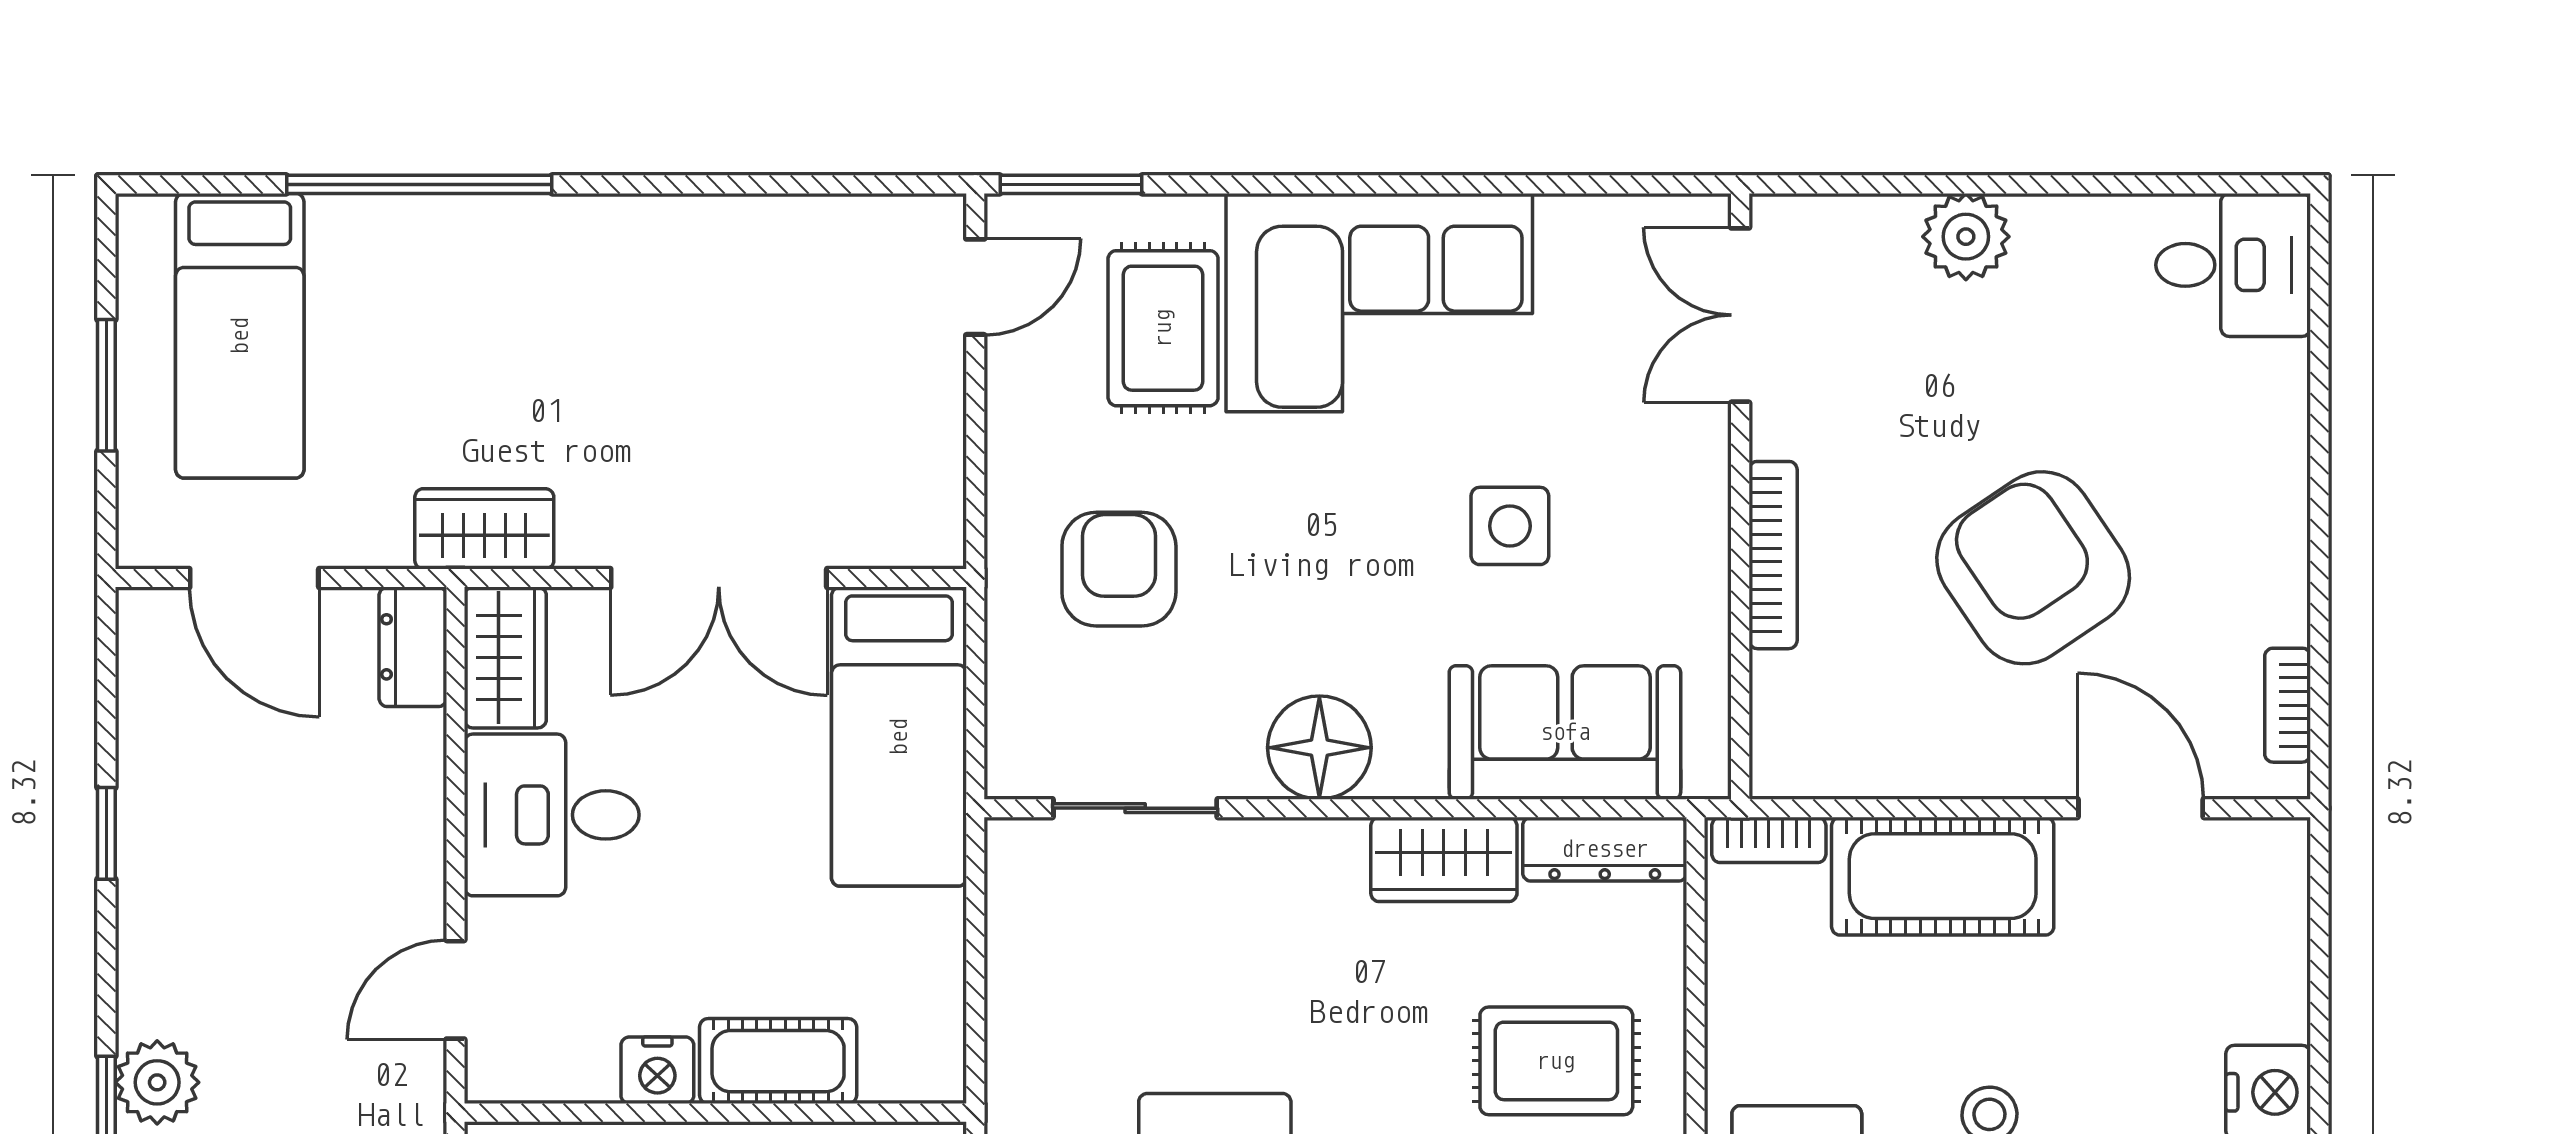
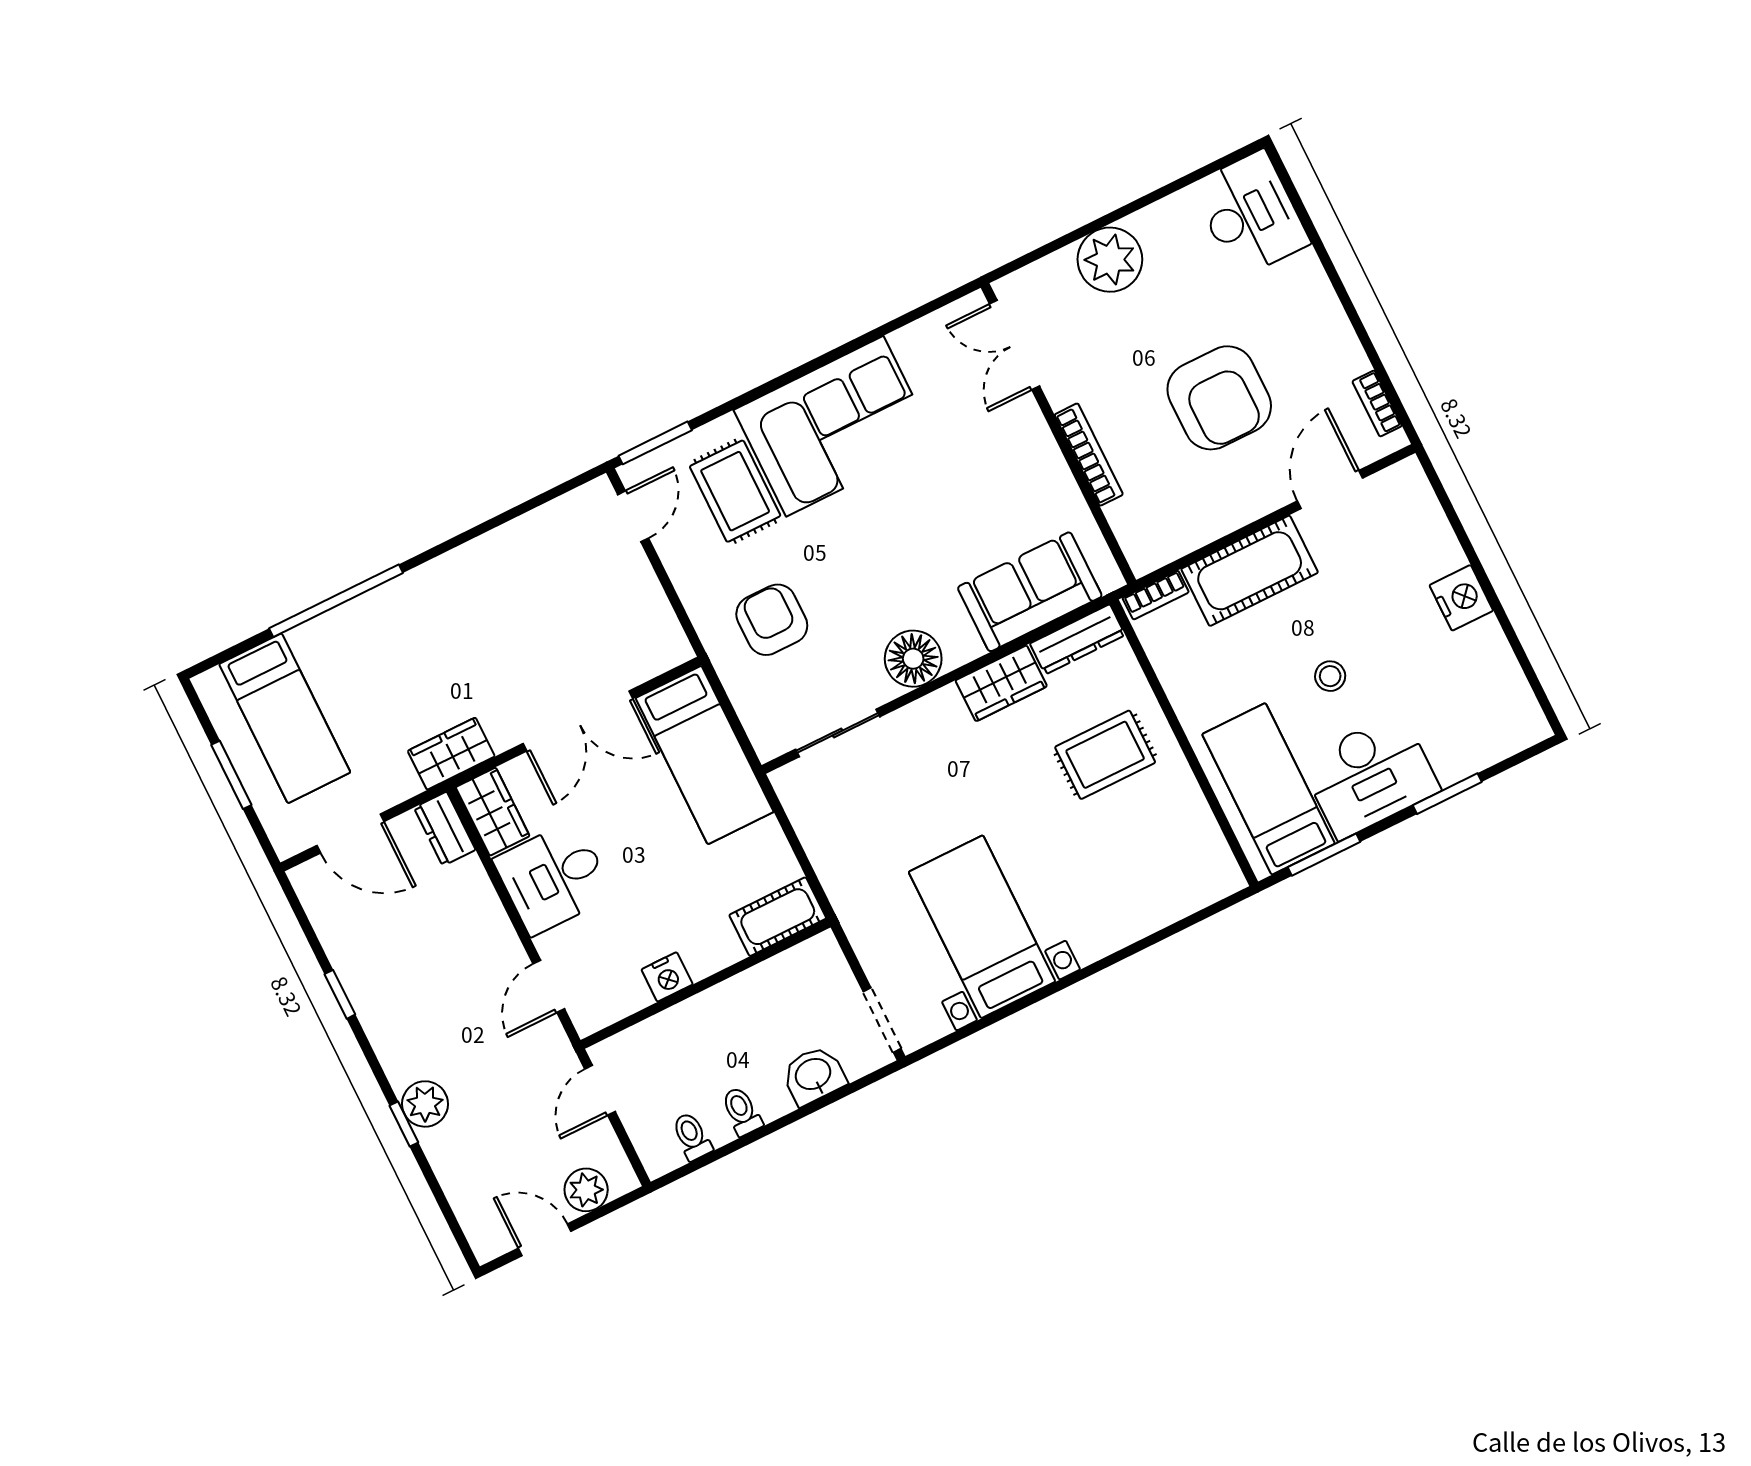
plant: (1966, 237) -> (1110, 260), width x1.36, depth x1.36
desk: (2233, 265) -> (1250, 214), width x1.37
side table: (1510, 526) -> (953, 504), removed
armchair: (2033, 568) -> (1219, 398), turned -146
door: (2141, 808) -> (1330, 490), hinge flipped
cot: (778, 1061) -> (778, 917), moved

